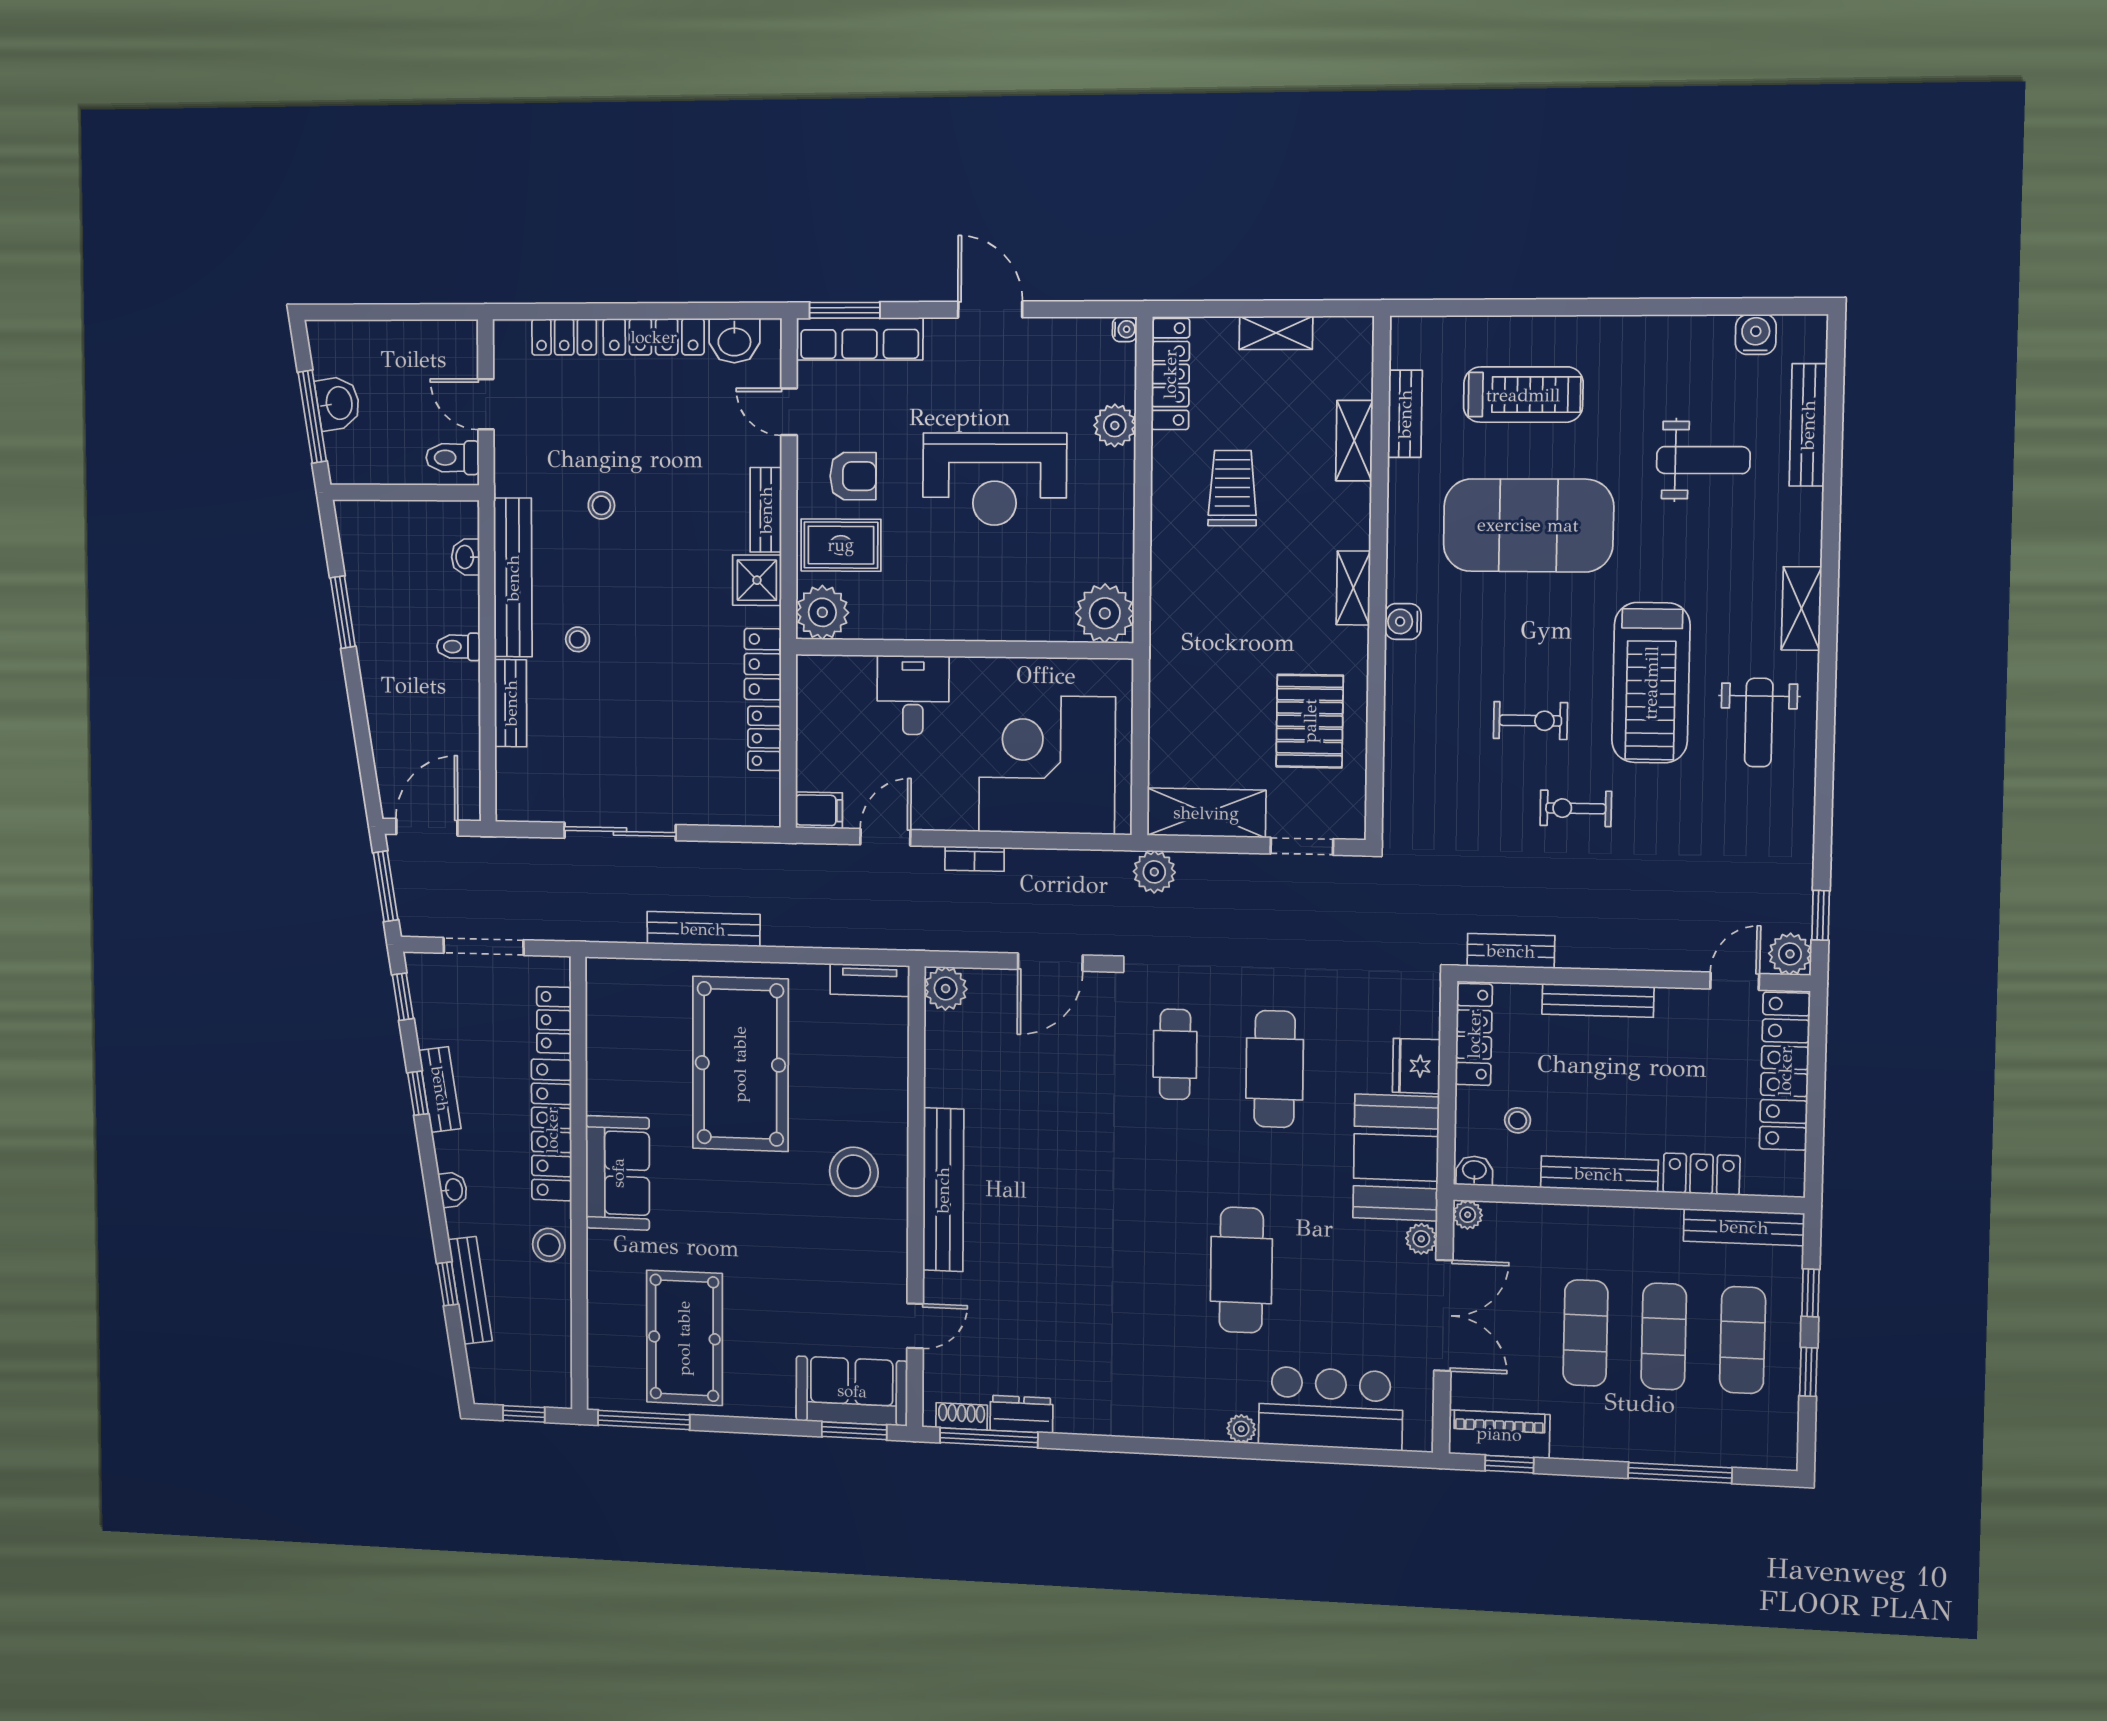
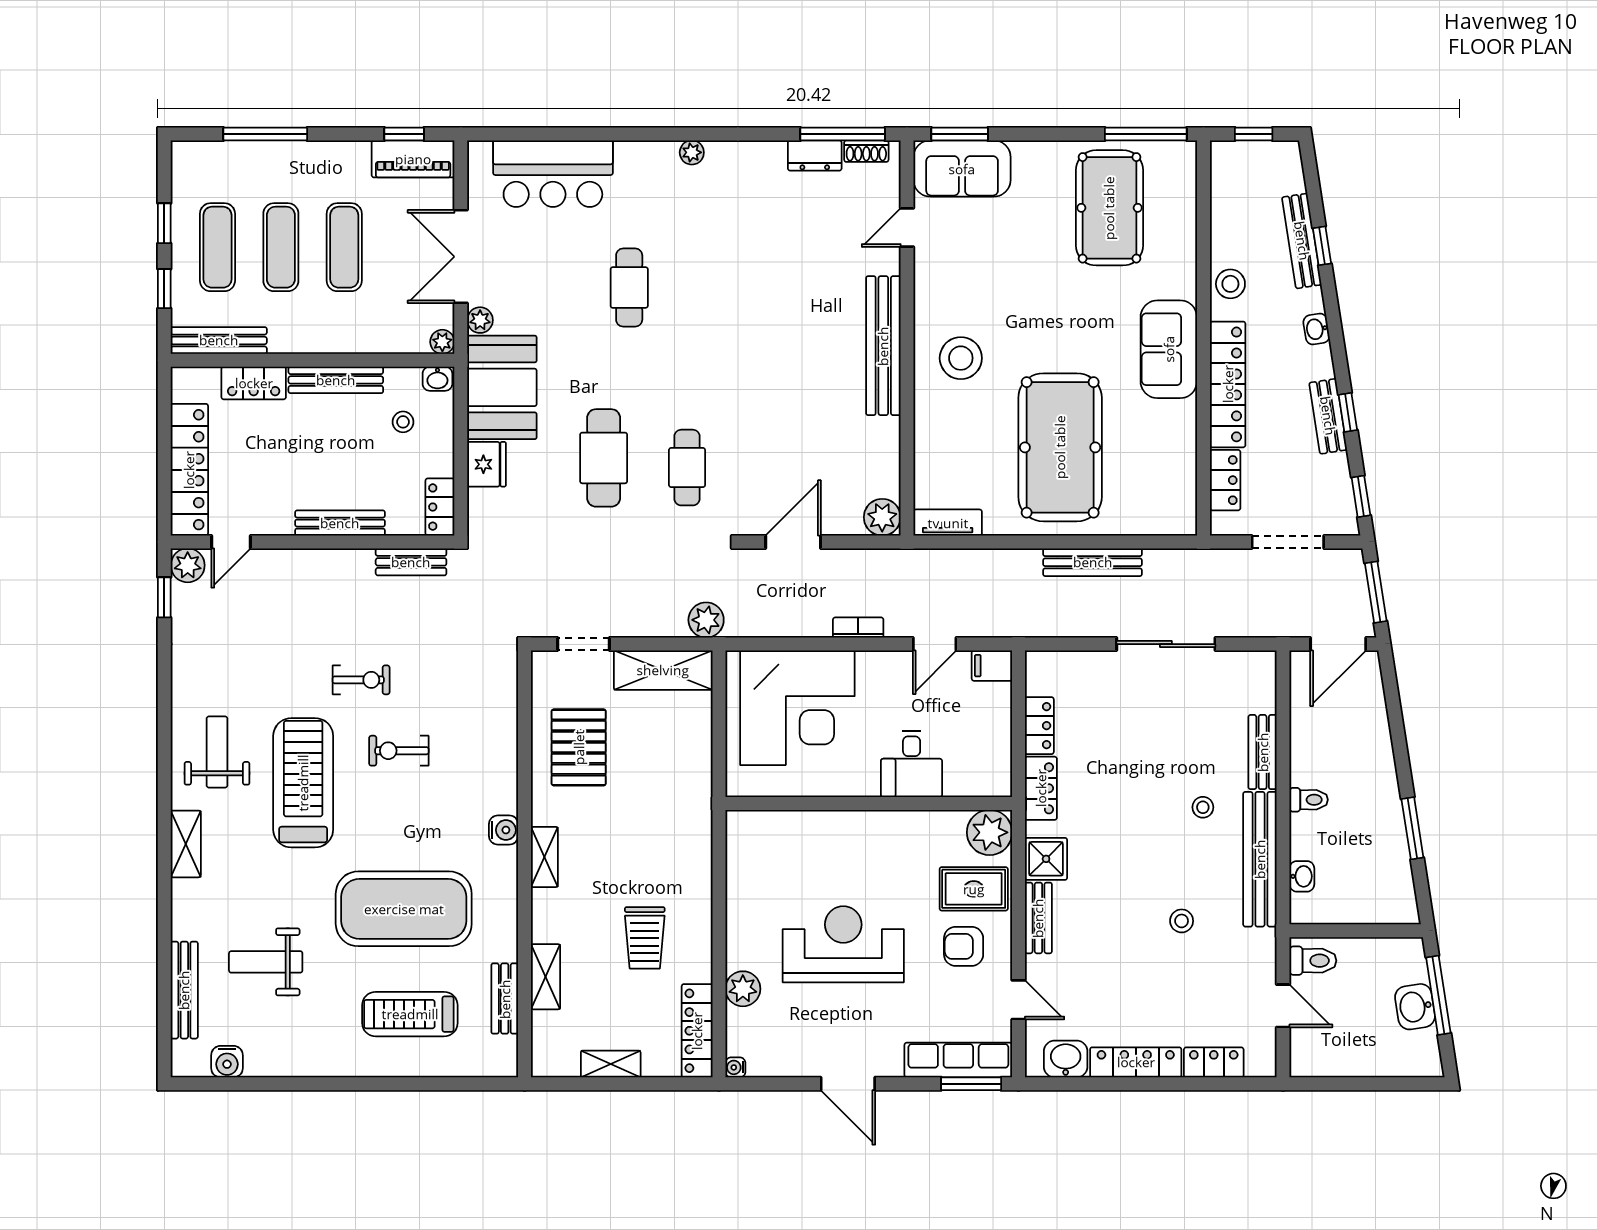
plant: (1105, 613) -> (750, 834), removed
locker: (1474, 1034) -> (440, 507), width x0.66
cafe table: (1241, 1270) -> (629, 288), width x0.73, depth x0.74
plant: (1241, 1429) -> (692, 152), moved

